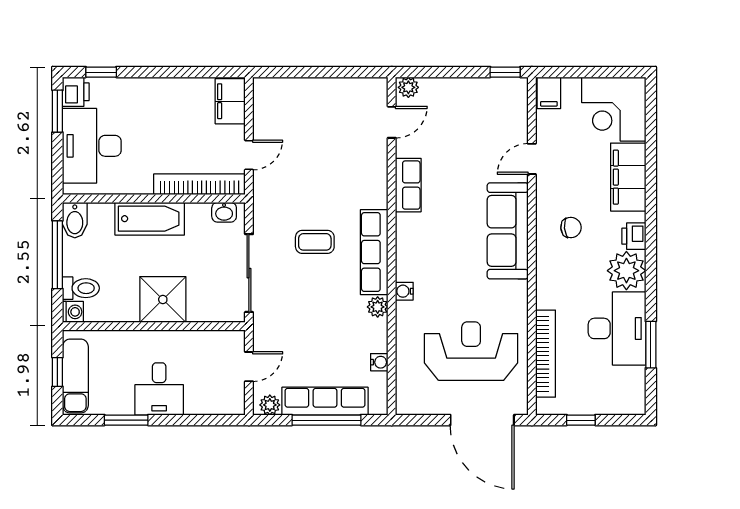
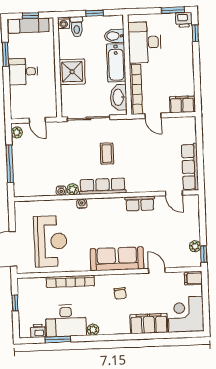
plant: (408, 87) -> (195, 246), moved
desk: (92, 146) -> (145, 42), moved, turned -90
washbasin: (224, 212) -> (119, 97), width x1.91, depth x1.45
bidet: (75, 220) -> (114, 36), moved
printer: (634, 236) -> (38, 331), moved
window: (57, 255) -> (94, 13), width x0.46
plant: (626, 271) -> (93, 330), width x0.53, depth x0.53
bookcase: (545, 354) -> (70, 281), moved
water cooler: (379, 362) -> (61, 191), moved
row of seats: (325, 401) -> (190, 167), moved, turned 180

